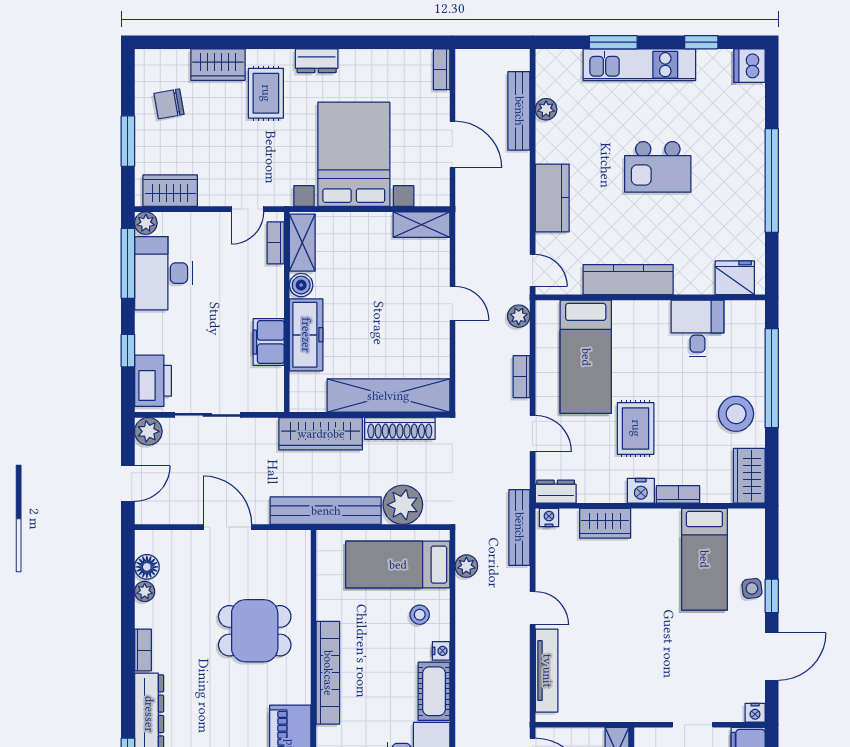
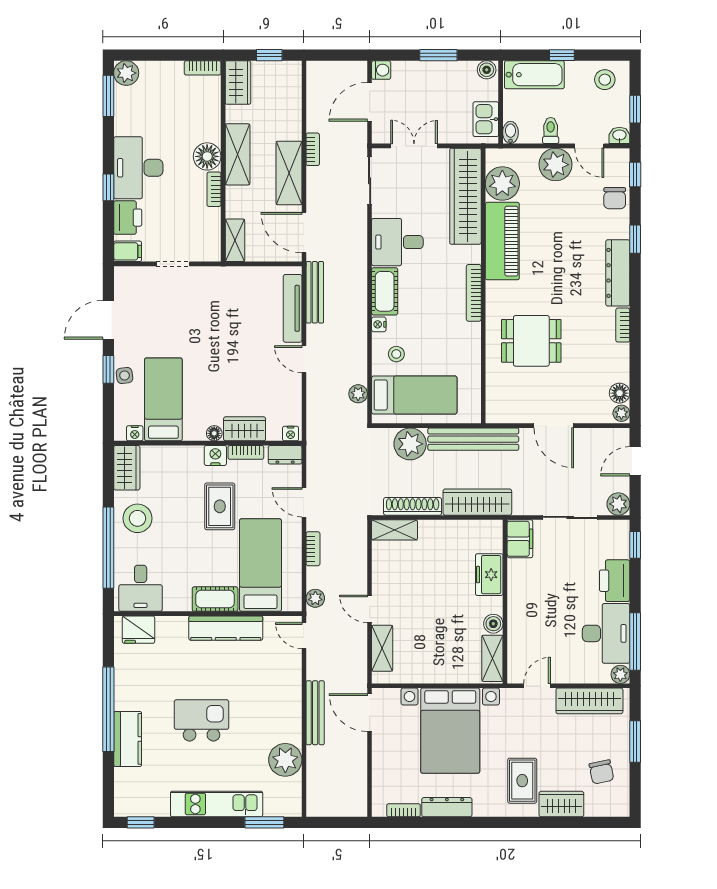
window: (613, 42) -> (264, 822), moved
window: (701, 42) -> (141, 822), moved
dresser: (317, 61) -> (447, 807), moved, width x1.44
dishwasher: (749, 66) -> (127, 803), removed
bookcase: (442, 69) -> (404, 810), moved, turned -90
chair: (169, 104) -> (601, 772), turned 88
plant: (546, 109) -> (285, 760), width x1.88, depth x1.88
bench: (519, 111) -> (315, 713), moved
door: (452, 144) -> (370, 713), moved
wardrobe: (170, 191) -> (589, 701), width x1.50
kitchen counter: (552, 198) -> (128, 739), moved, turned 180
shelving: (422, 225) -> (382, 648), moved, turned 90
bookcase: (276, 243) -> (514, 658), removed
cot: (641, 315) -> (215, 599), added
desk: (698, 328) -> (141, 588), moved
freezer: (306, 335) -> (489, 575), width x0.71
filing cabinet: (269, 342) -> (520, 539), moved
window: (128, 351) -> (635, 545), moved
printer: (153, 381) -> (615, 581), moved
shelving: (388, 396) -> (395, 530), width x0.45, depth x0.75
bookcase: (678, 494) -> (246, 452), moved
floor lamp: (642, 518) -> (214, 433), added
bench: (519, 527) -> (315, 292), moved
plant: (145, 591) -> (621, 413), moved
bookcase: (328, 673) -> (474, 293), width x0.68, depth x0.76
nightstand: (755, 713) -> (135, 433), moved, turned 180

